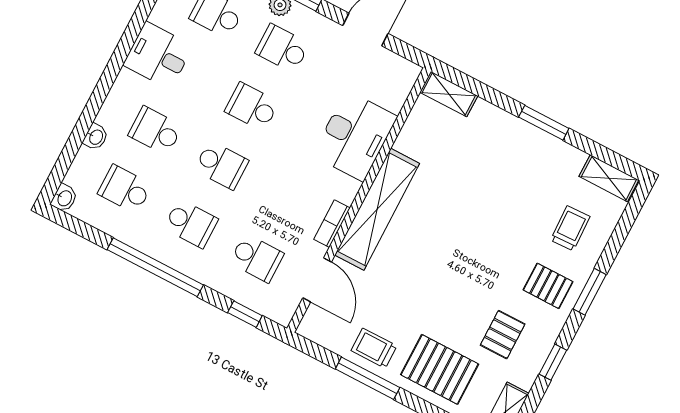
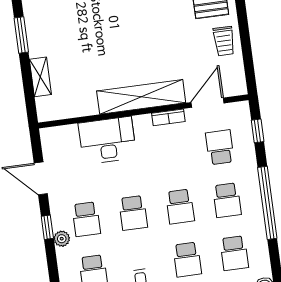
shelving: (449, 94) -> (40, 77), moved
school desk: (221, 165) -> (180, 207), turned 180
school desk: (191, 224) -> (227, 200), turned 180
window: (368, 378) -> (244, 32), removed

